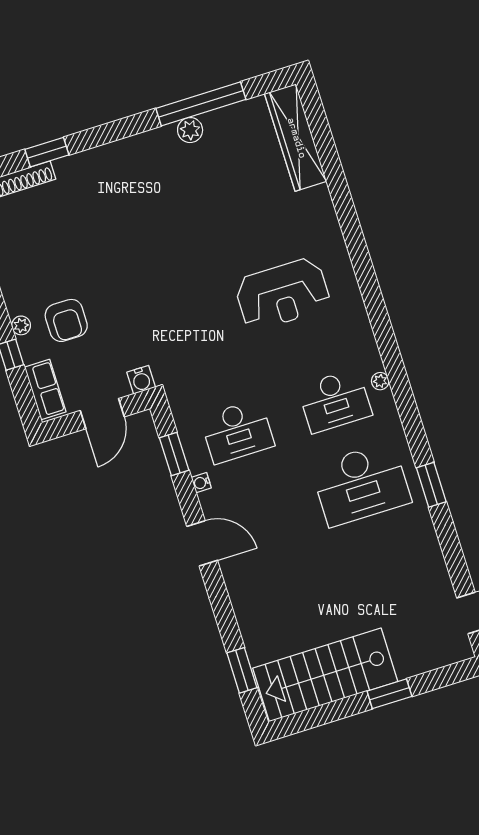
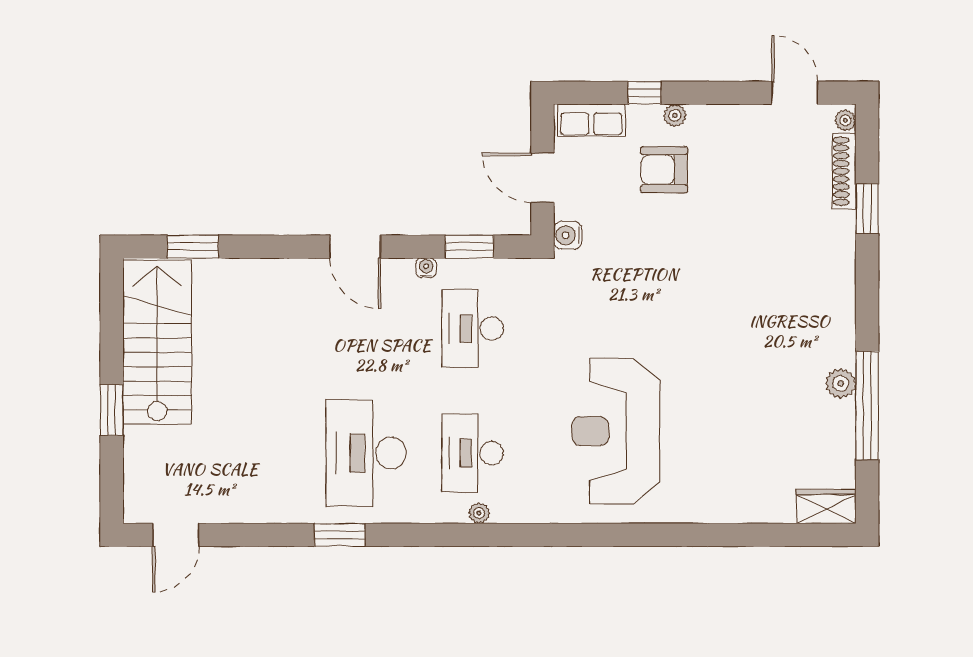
wardrobe: (296, 138) -> (826, 506), width x0.48, depth x0.85
reception desk: (282, 294) -> (616, 431), width x1.36, depth x1.30
door: (202, 543) -> (355, 247), hinge flipped

